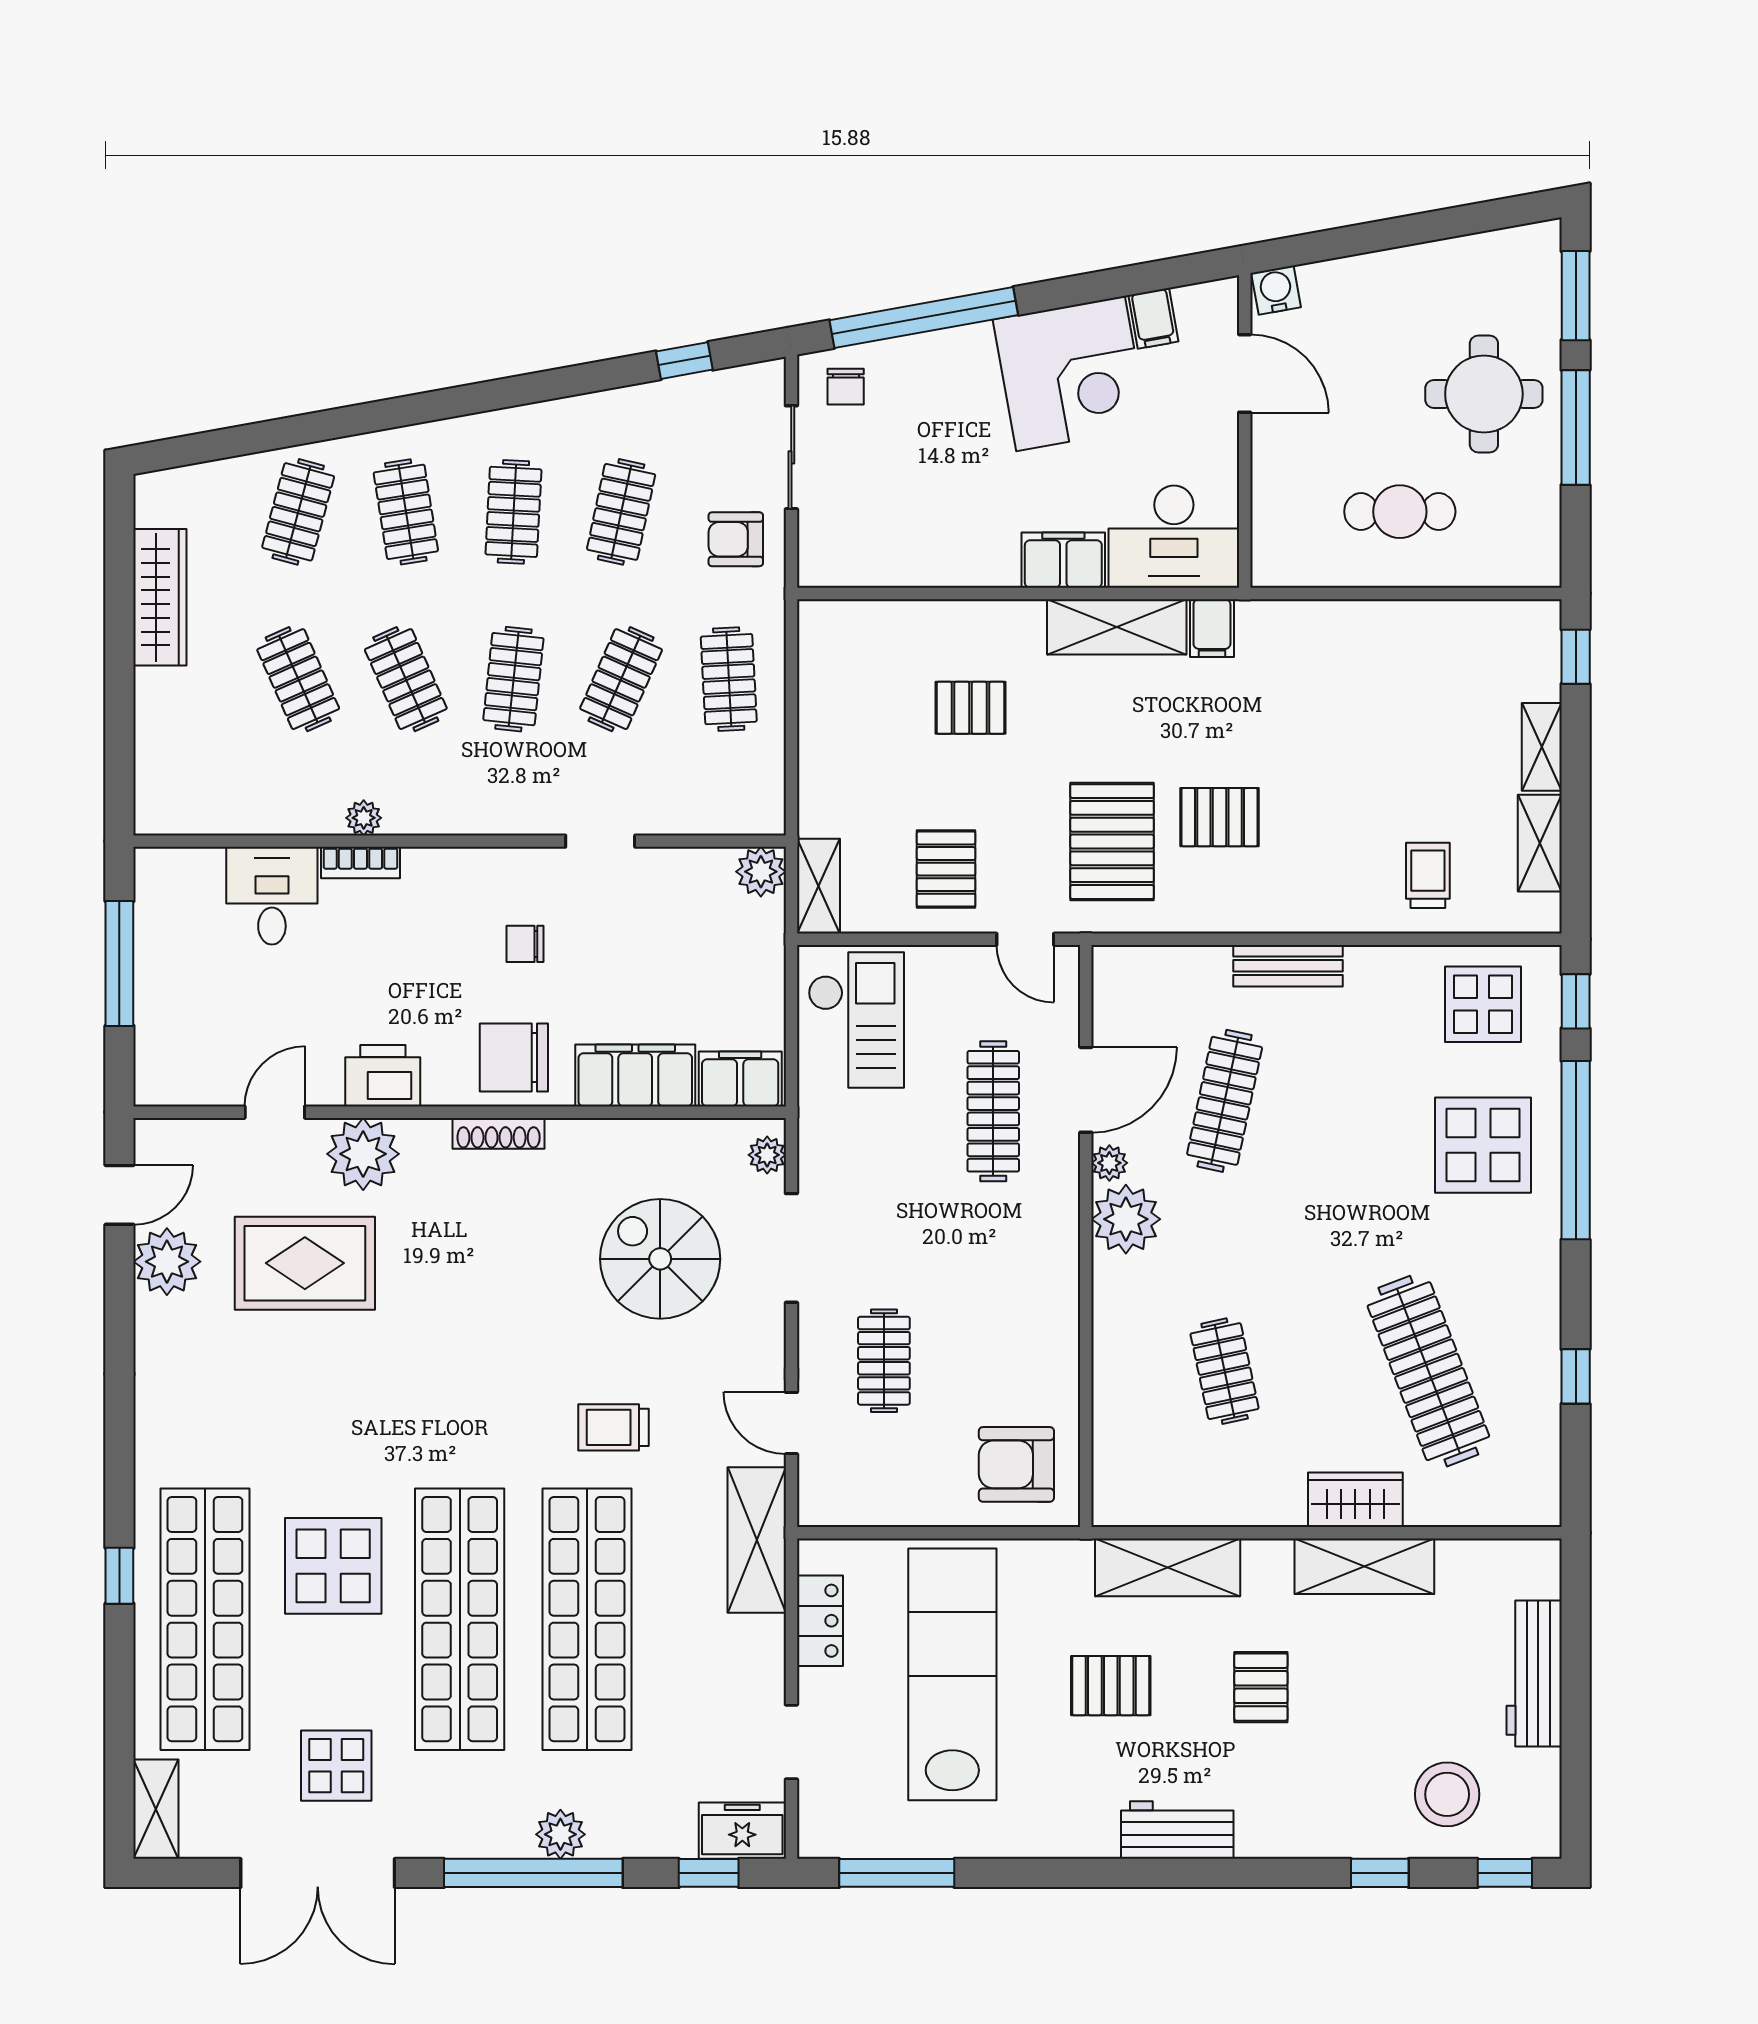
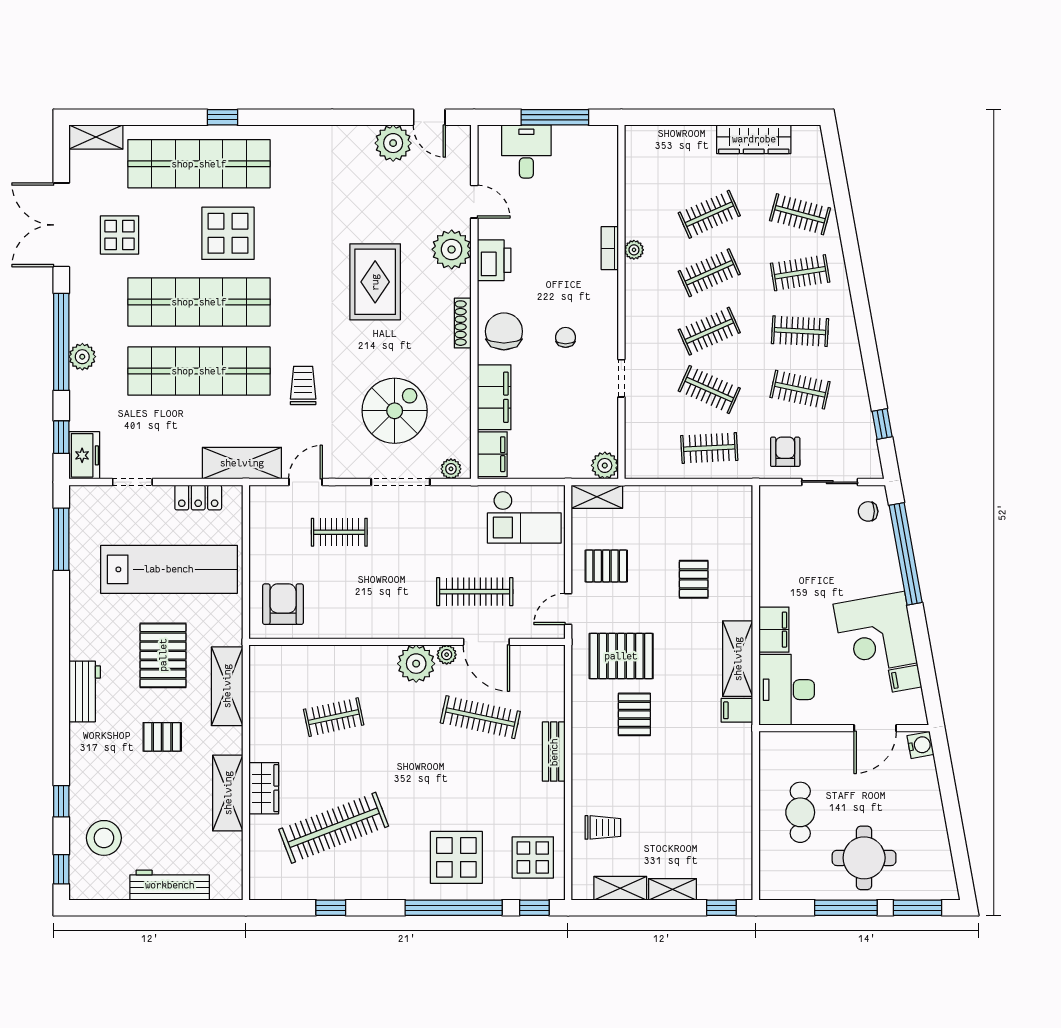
clothes rail: (513, 679) -> (709, 331), turned -30
desk: (272, 896) -> (526, 151), moved, turned -90
rug: (305, 1263) -> (375, 282), moved
pallet: (1111, 1686) -> (163, 655), width x1.50, depth x1.42

